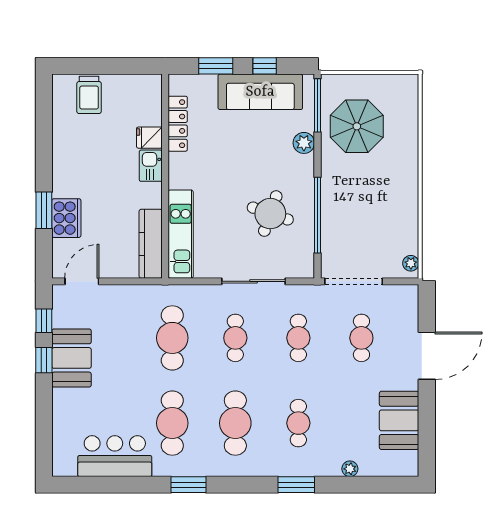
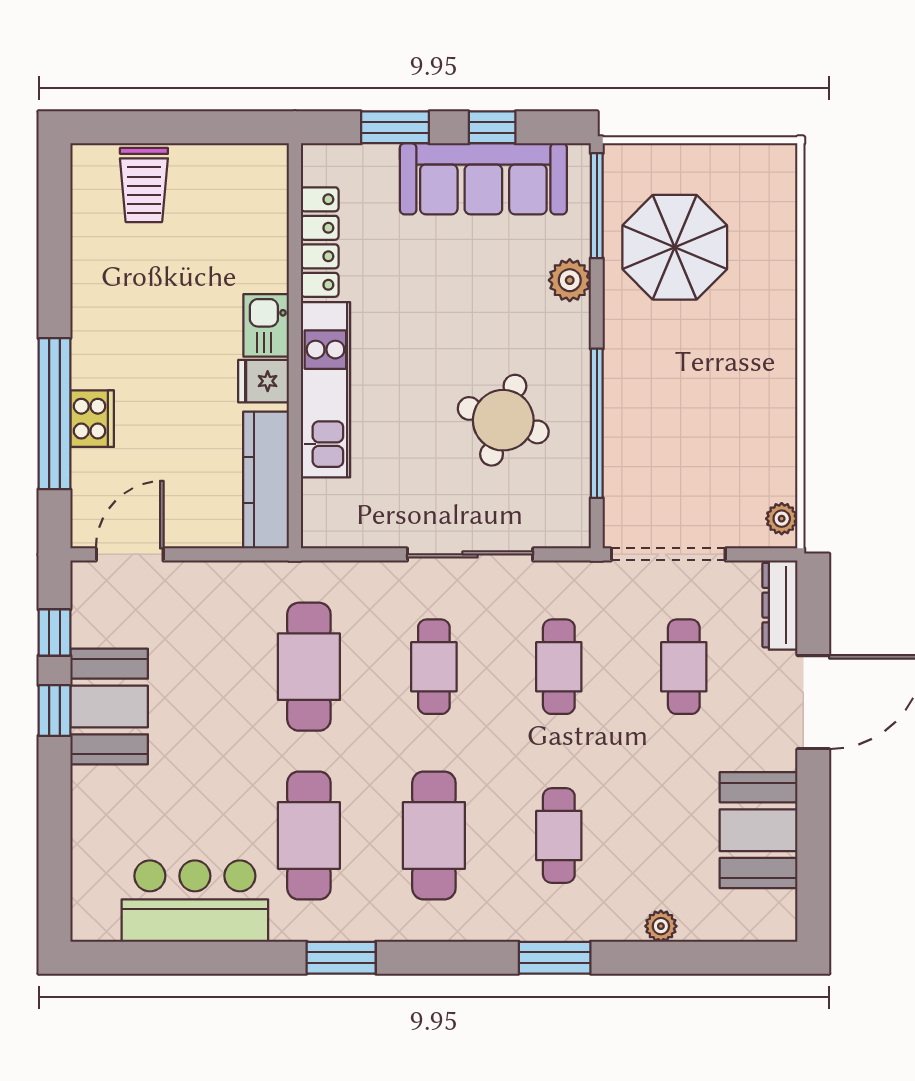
fridge: (149, 138) -> (263, 381), moved
window: (44, 210) -> (54, 414), width x2.11
cooker: (66, 218) -> (92, 419), width x0.73, depth x0.76
kitchen unit: (181, 234) -> (325, 390), moved
dresser: (410, 307) -> (780, 605), added

